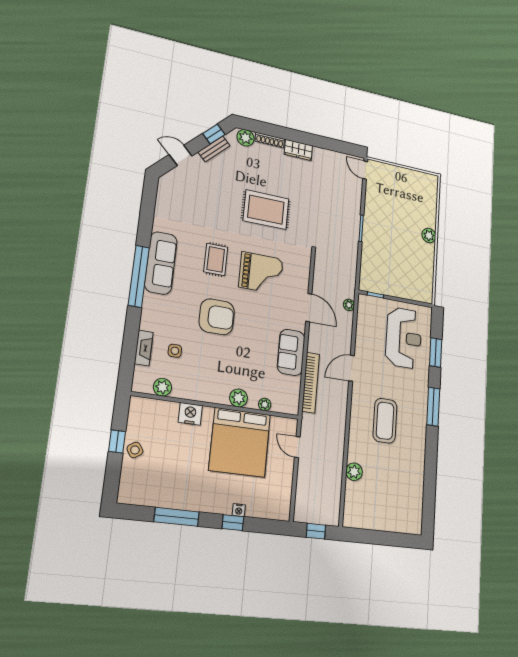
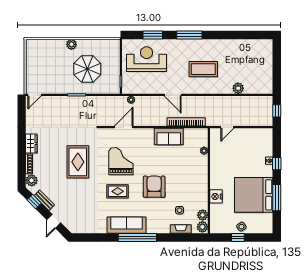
parasol: (395, 251) -> (87, 69), added
door: (309, 308) -> (124, 127), moved
plant: (239, 398) -> (202, 227), moved
bed: (240, 442) -> (254, 195), moved, turned 180

